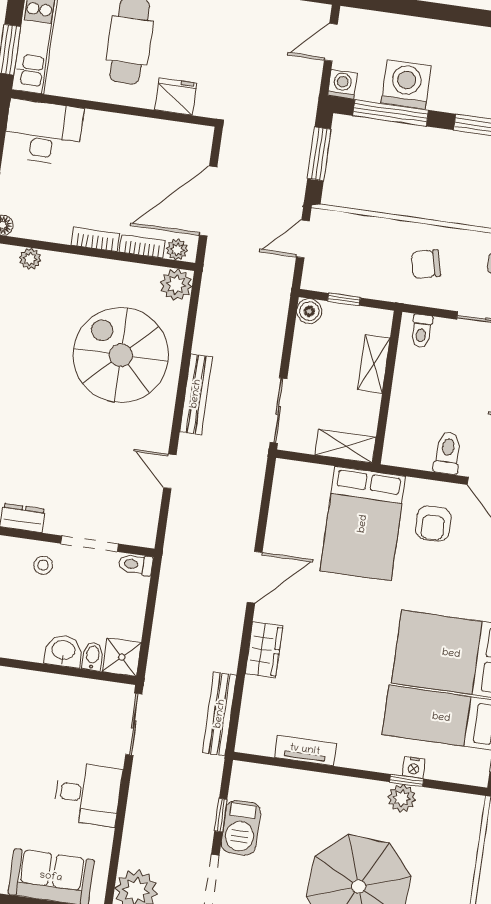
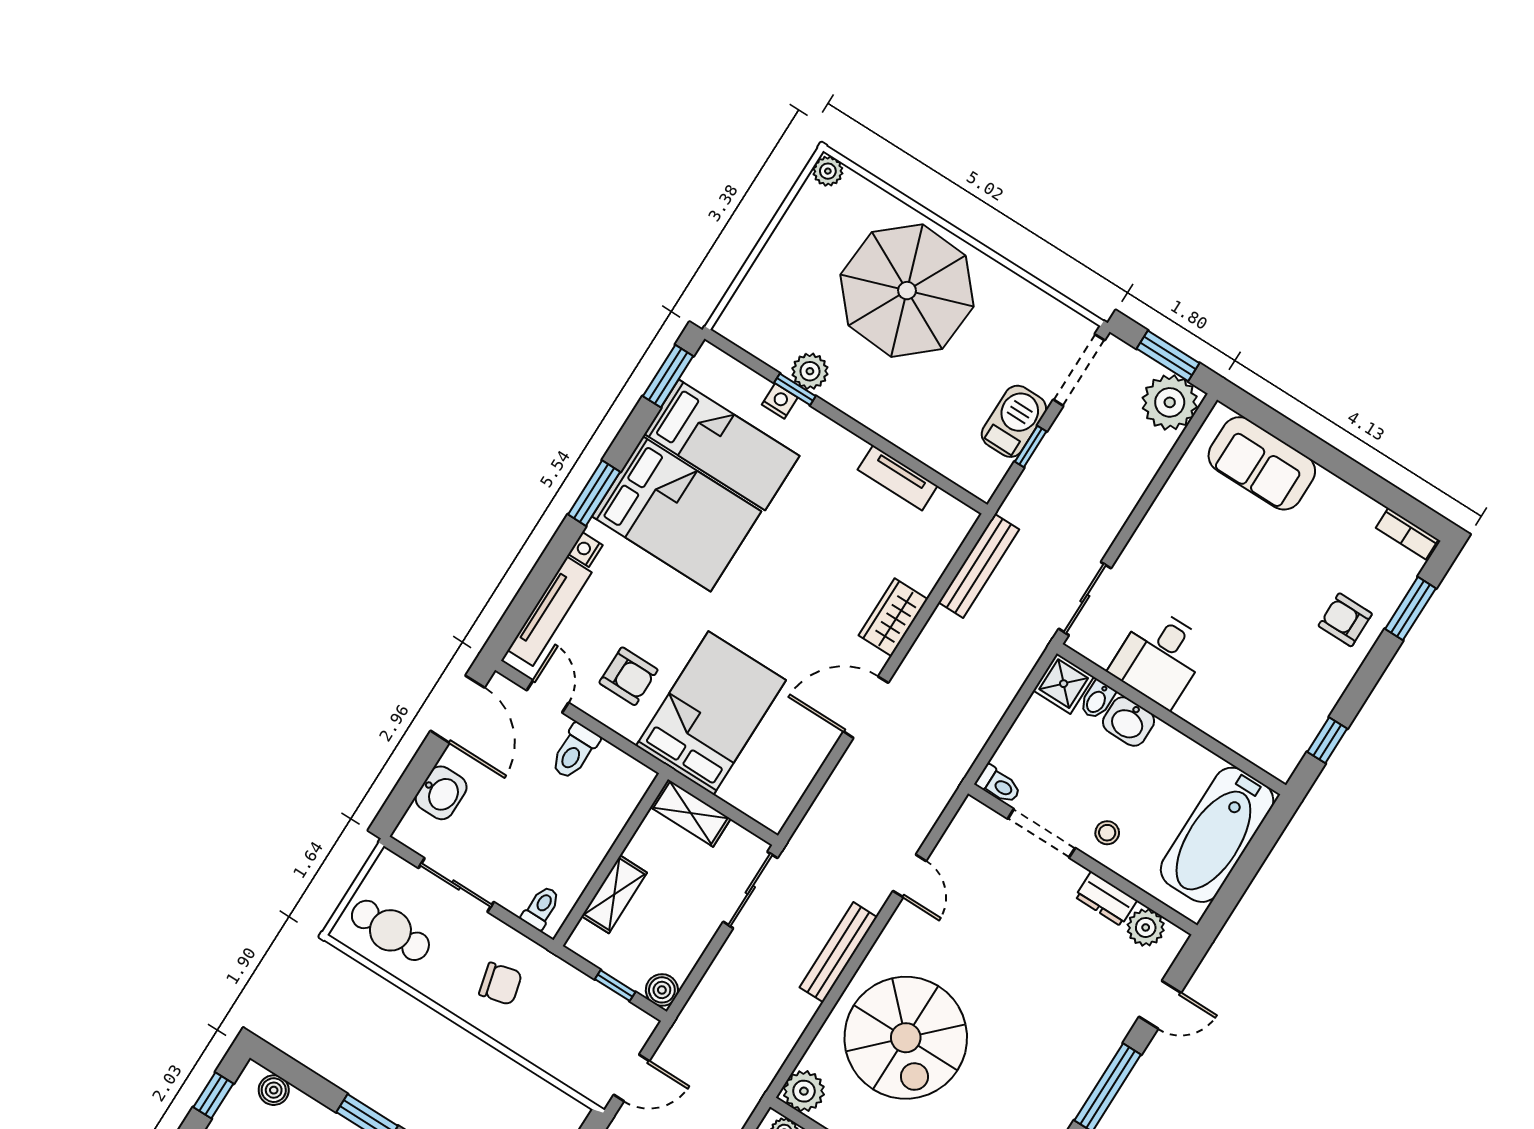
armchair: (433, 523) -> (628, 676), turned 90
desk: (88, 794) -> (1160, 657), moved, turned -90

